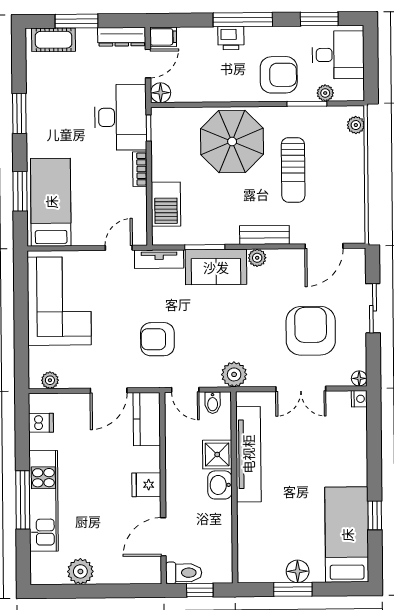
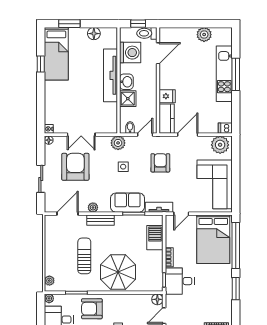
plant: (325, 93) -> (49, 298), moved
desk: (120, 117) -> (180, 281), width x0.73
window: (20, 191) -> (236, 245), width x2.11
bed: (51, 202) -> (213, 239), width x1.50
plant: (257, 258) -> (93, 207), moved
armchair: (311, 331) -> (75, 167), turned 180
side table: (224, 332) -> (123, 167), added
armchair: (157, 339) -> (160, 163), turned -90
plant: (50, 380) -> (220, 145), width x1.87, depth x1.87
double door: (301, 389) -> (81, 135), swing flipped
door: (185, 390) -> (145, 135), hinge flipped
dishwasher: (41, 423) -> (225, 128), moved
tv unit: (248, 454) -> (110, 75), moved
fridge: (146, 485) -> (167, 96), moved
washing machine: (214, 538) -> (130, 53), added
floor lamp: (298, 571) -> (94, 34), moved
window: (293, 589) -> (69, 24), moved

